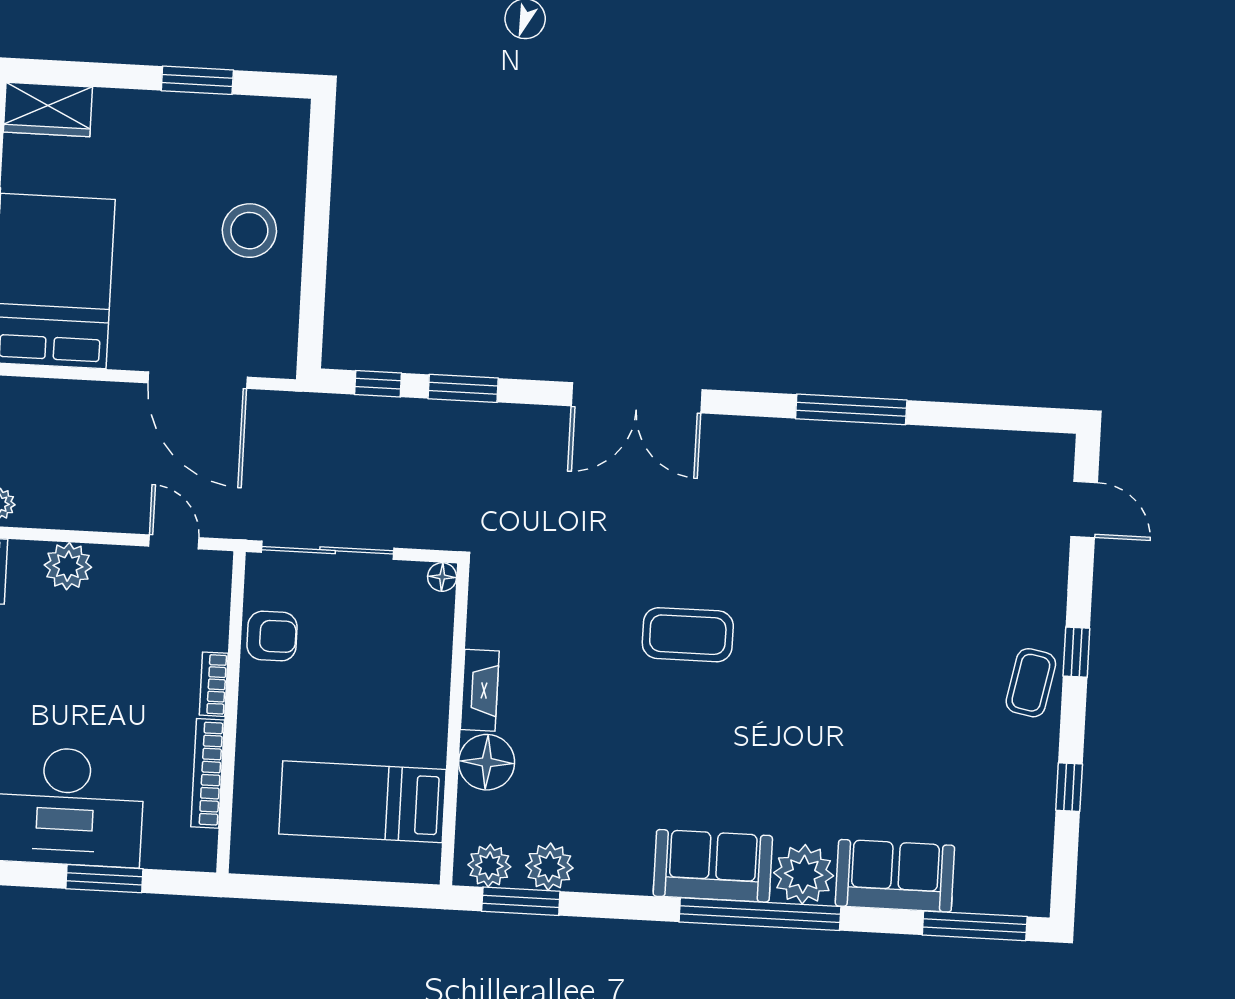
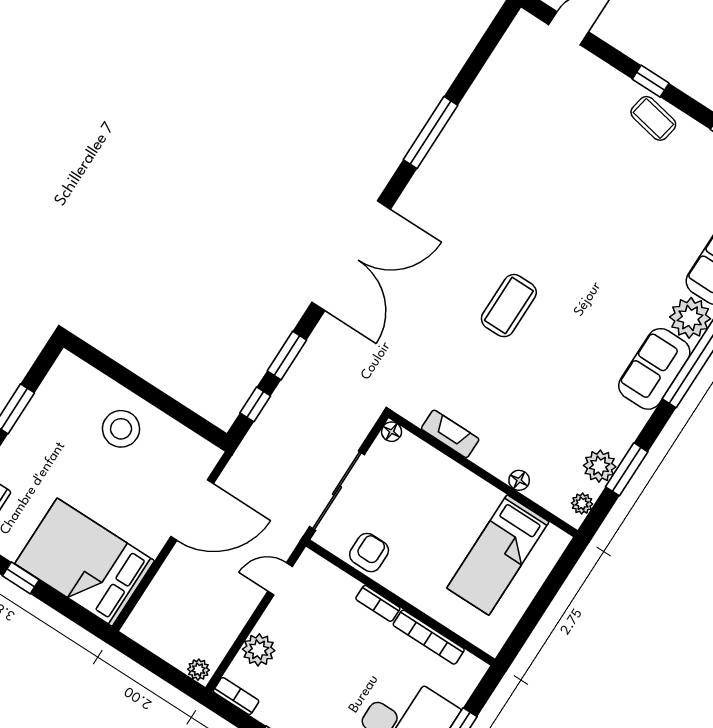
double door: (637, 398) -> (351, 256), width x1.36
fireplace: (480, 690) -> (450, 434), moved
floor lamp: (487, 762) -> (519, 480), width x0.53, depth x0.53
plant: (489, 866) -> (582, 504), width x0.73, depth x0.73
window: (521, 901) -> (627, 469), moved

